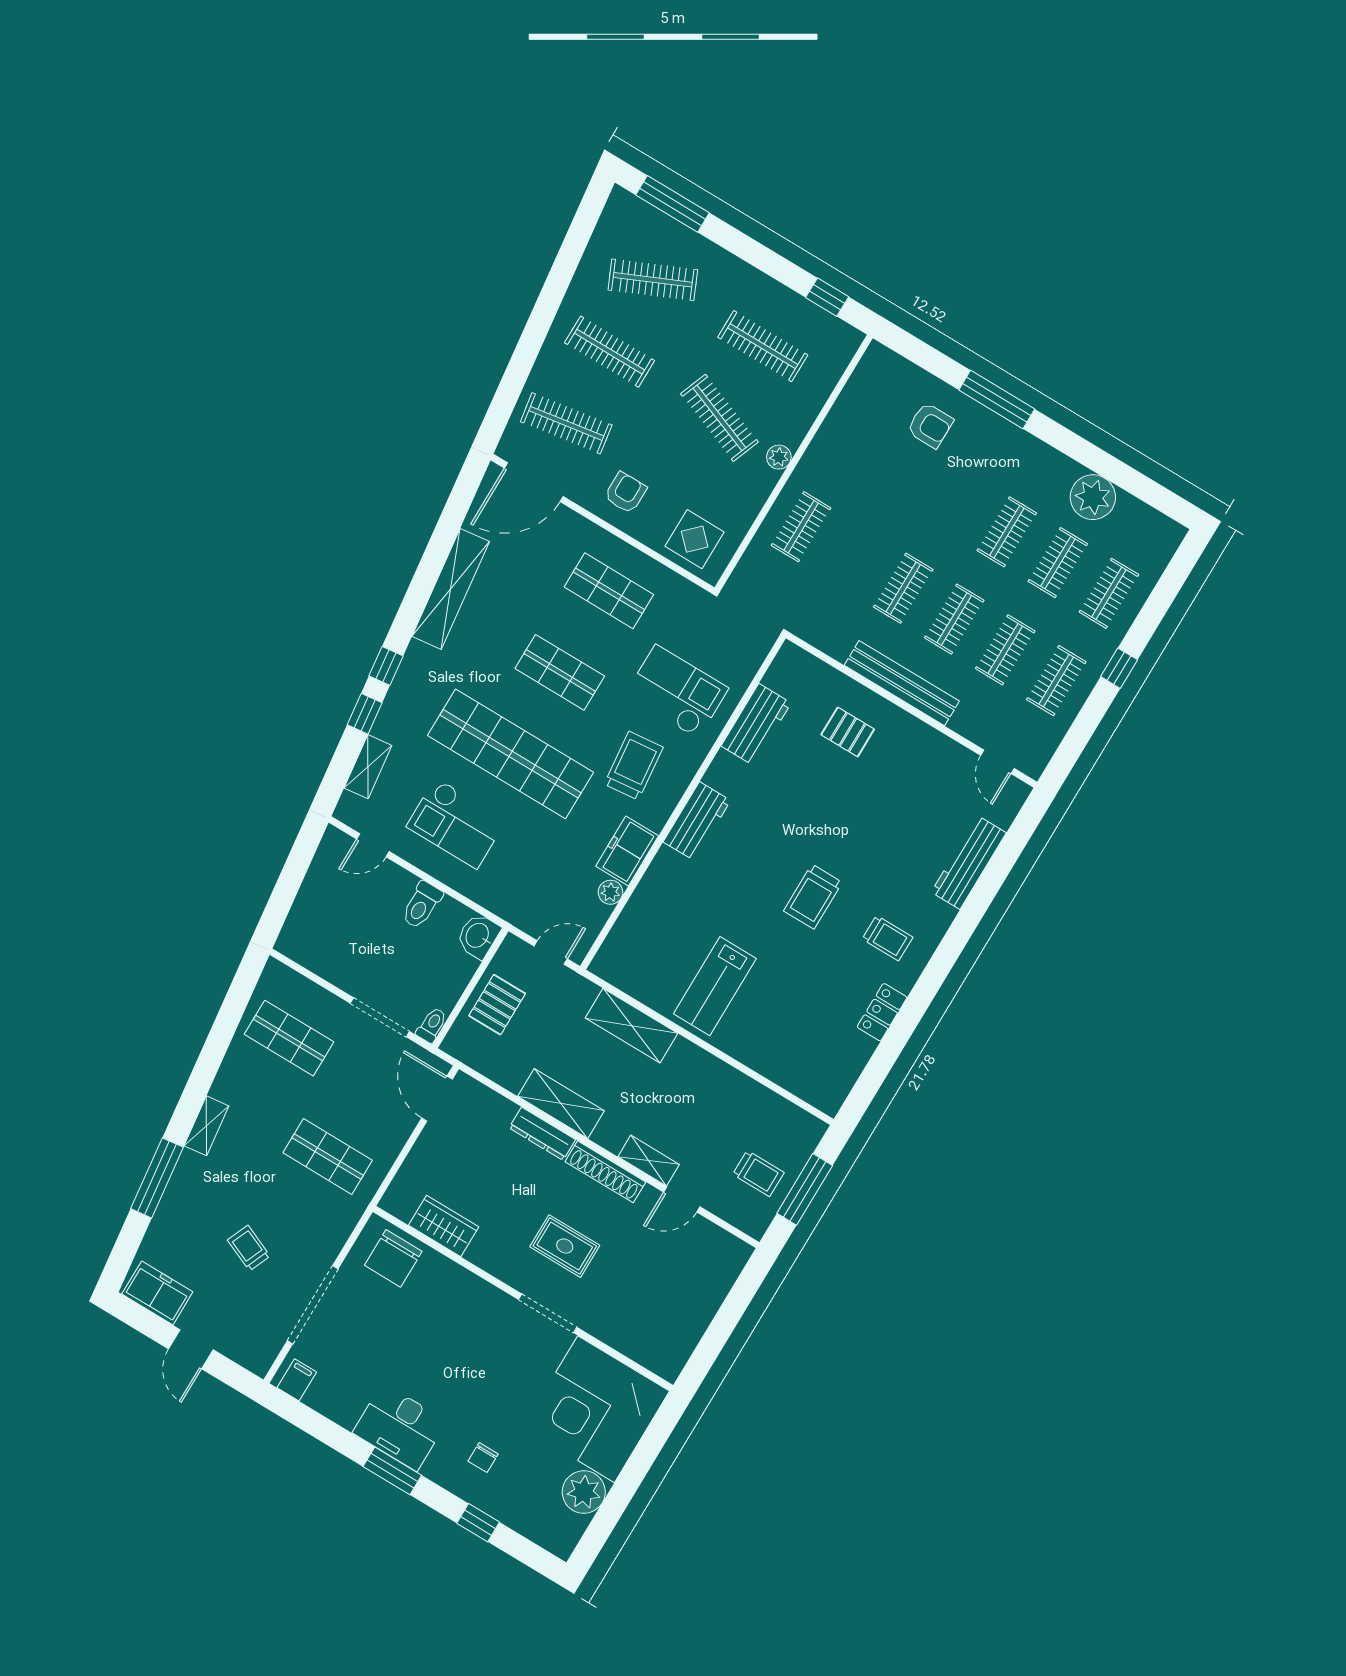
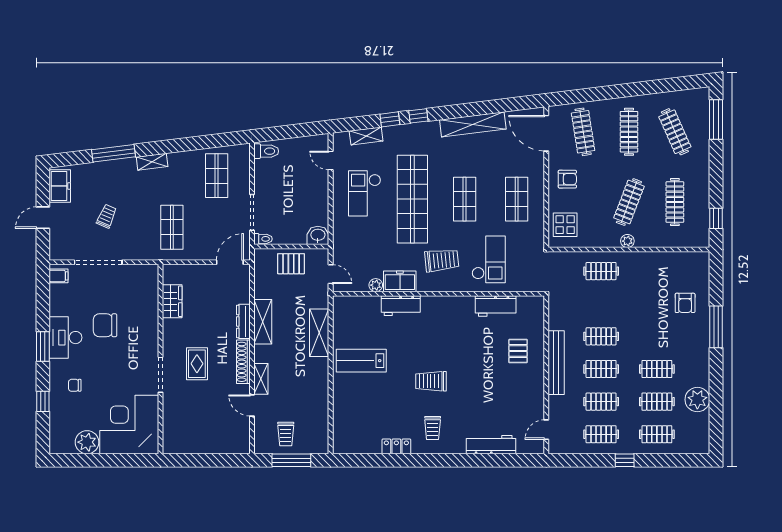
workbench: (697, 821) -> (401, 306), moved
toilet: (422, 905) -> (266, 151), moved, turned 180
chair: (393, 1258) -> (105, 325), moved

